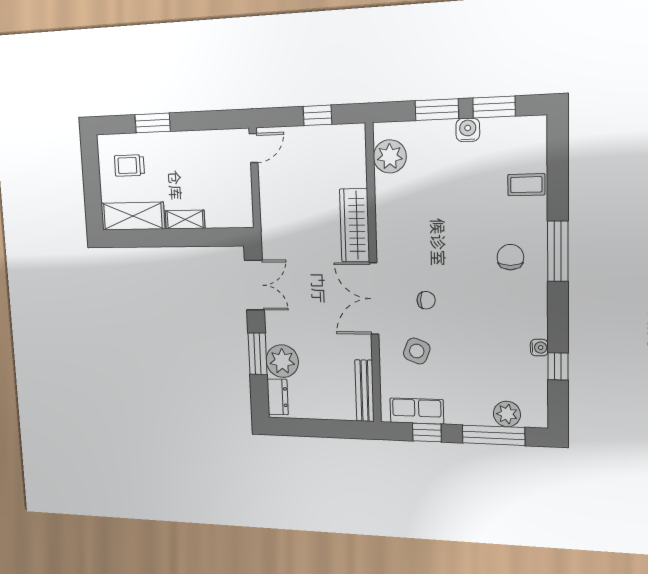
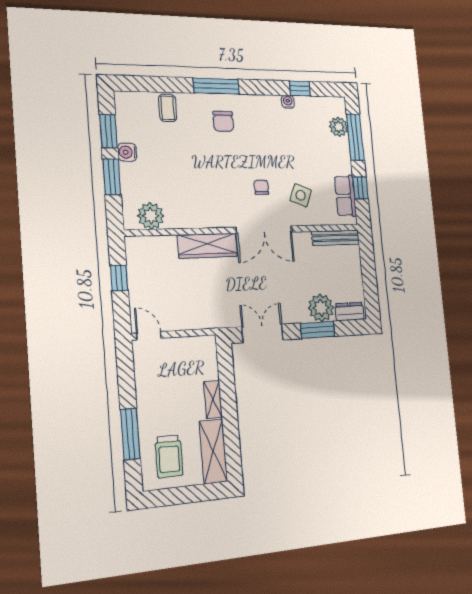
window: (153, 123) -> (130, 434), width x1.44
trolley: (129, 166) -> (169, 456), width x1.36, depth x1.39
chair: (510, 257) -> (223, 121), turned -90

